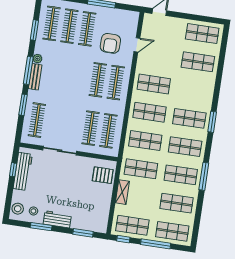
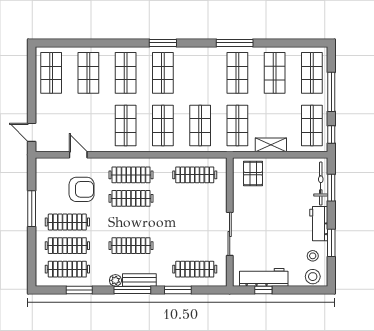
clothes rail: (91, 128) -> (131, 246), moved
shop shelf: (185, 147) -> (126, 73), moved
bicycle: (87, 225) -> (321, 184), added

